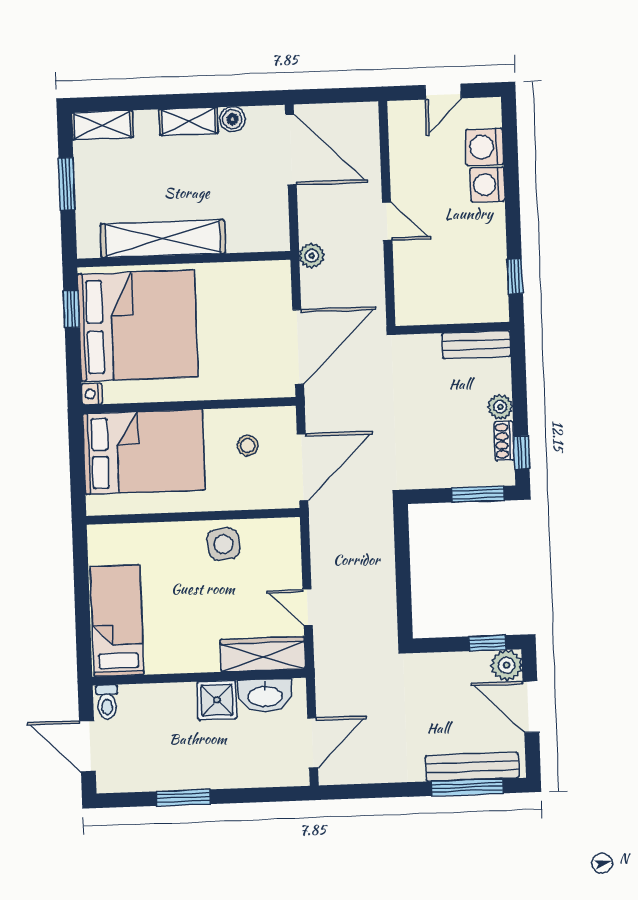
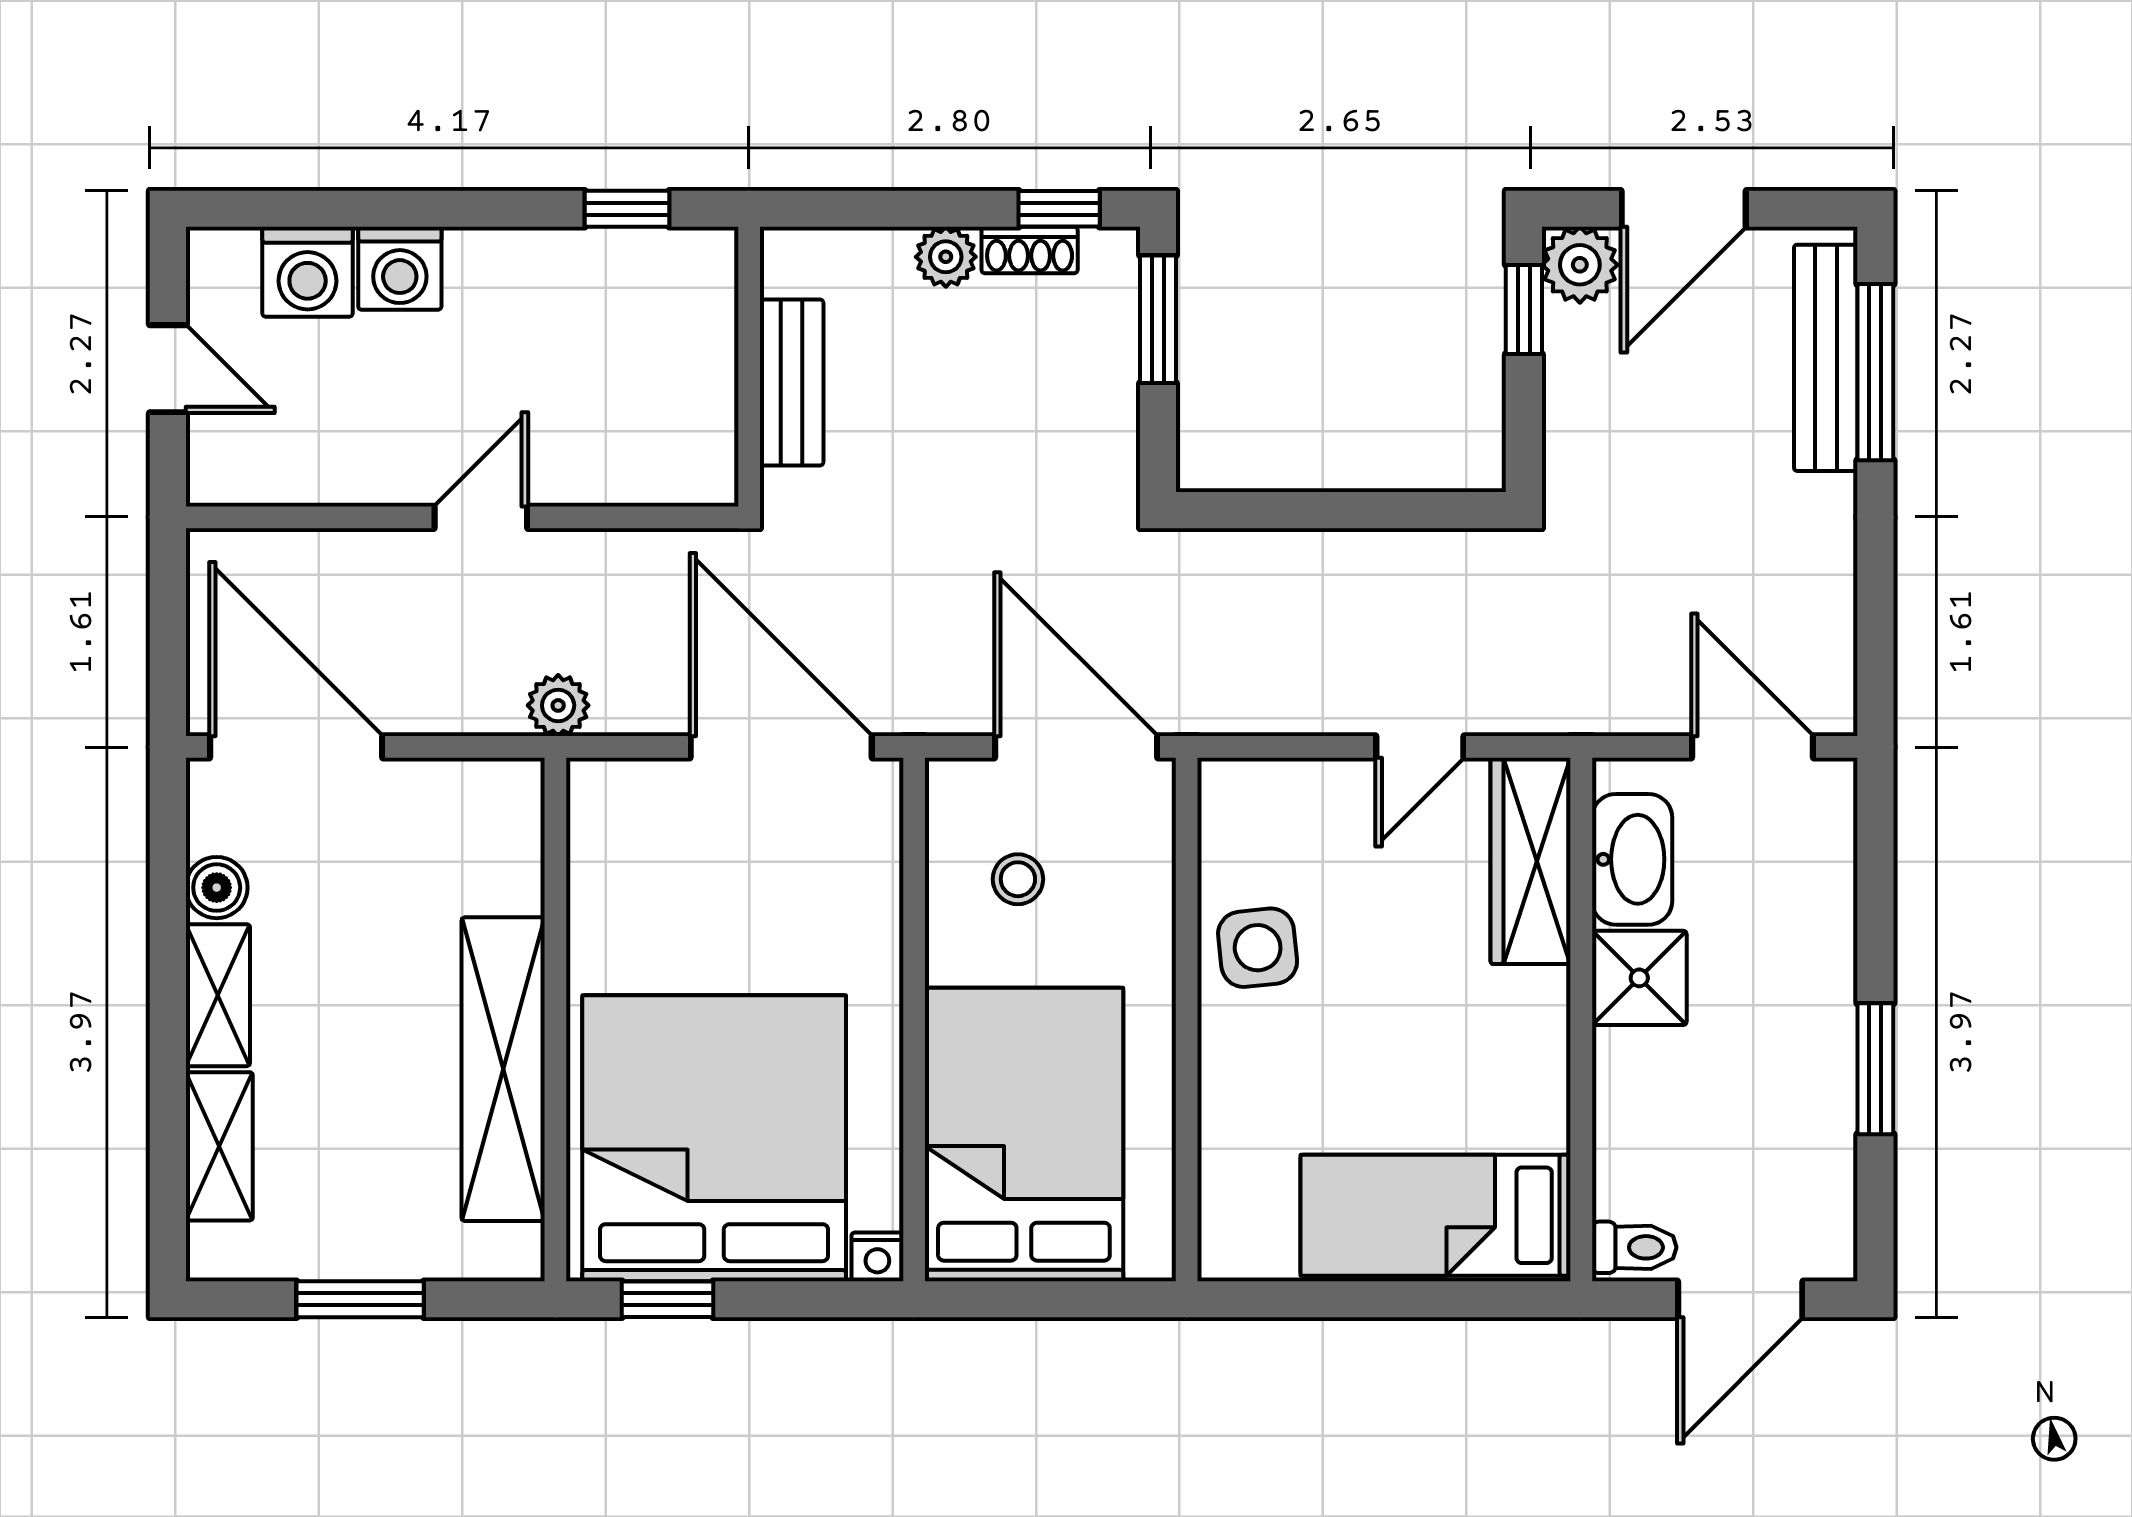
shelving: (102, 125) -> (219, 1146), moved
door: (291, 150) -> (296, 747), hinge flipped
bench: (476, 345) -> (792, 383), moved

